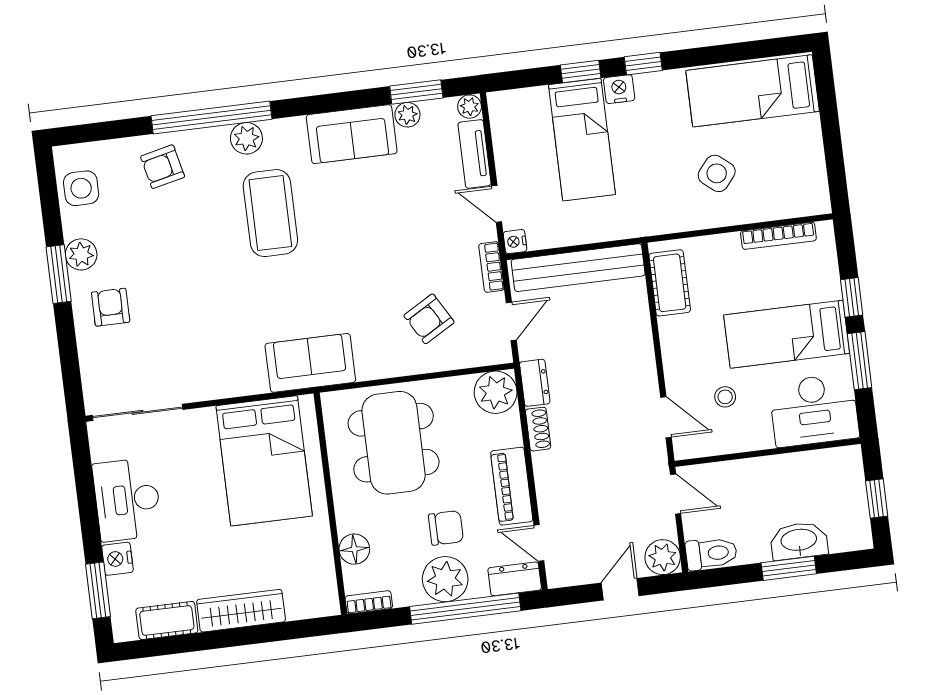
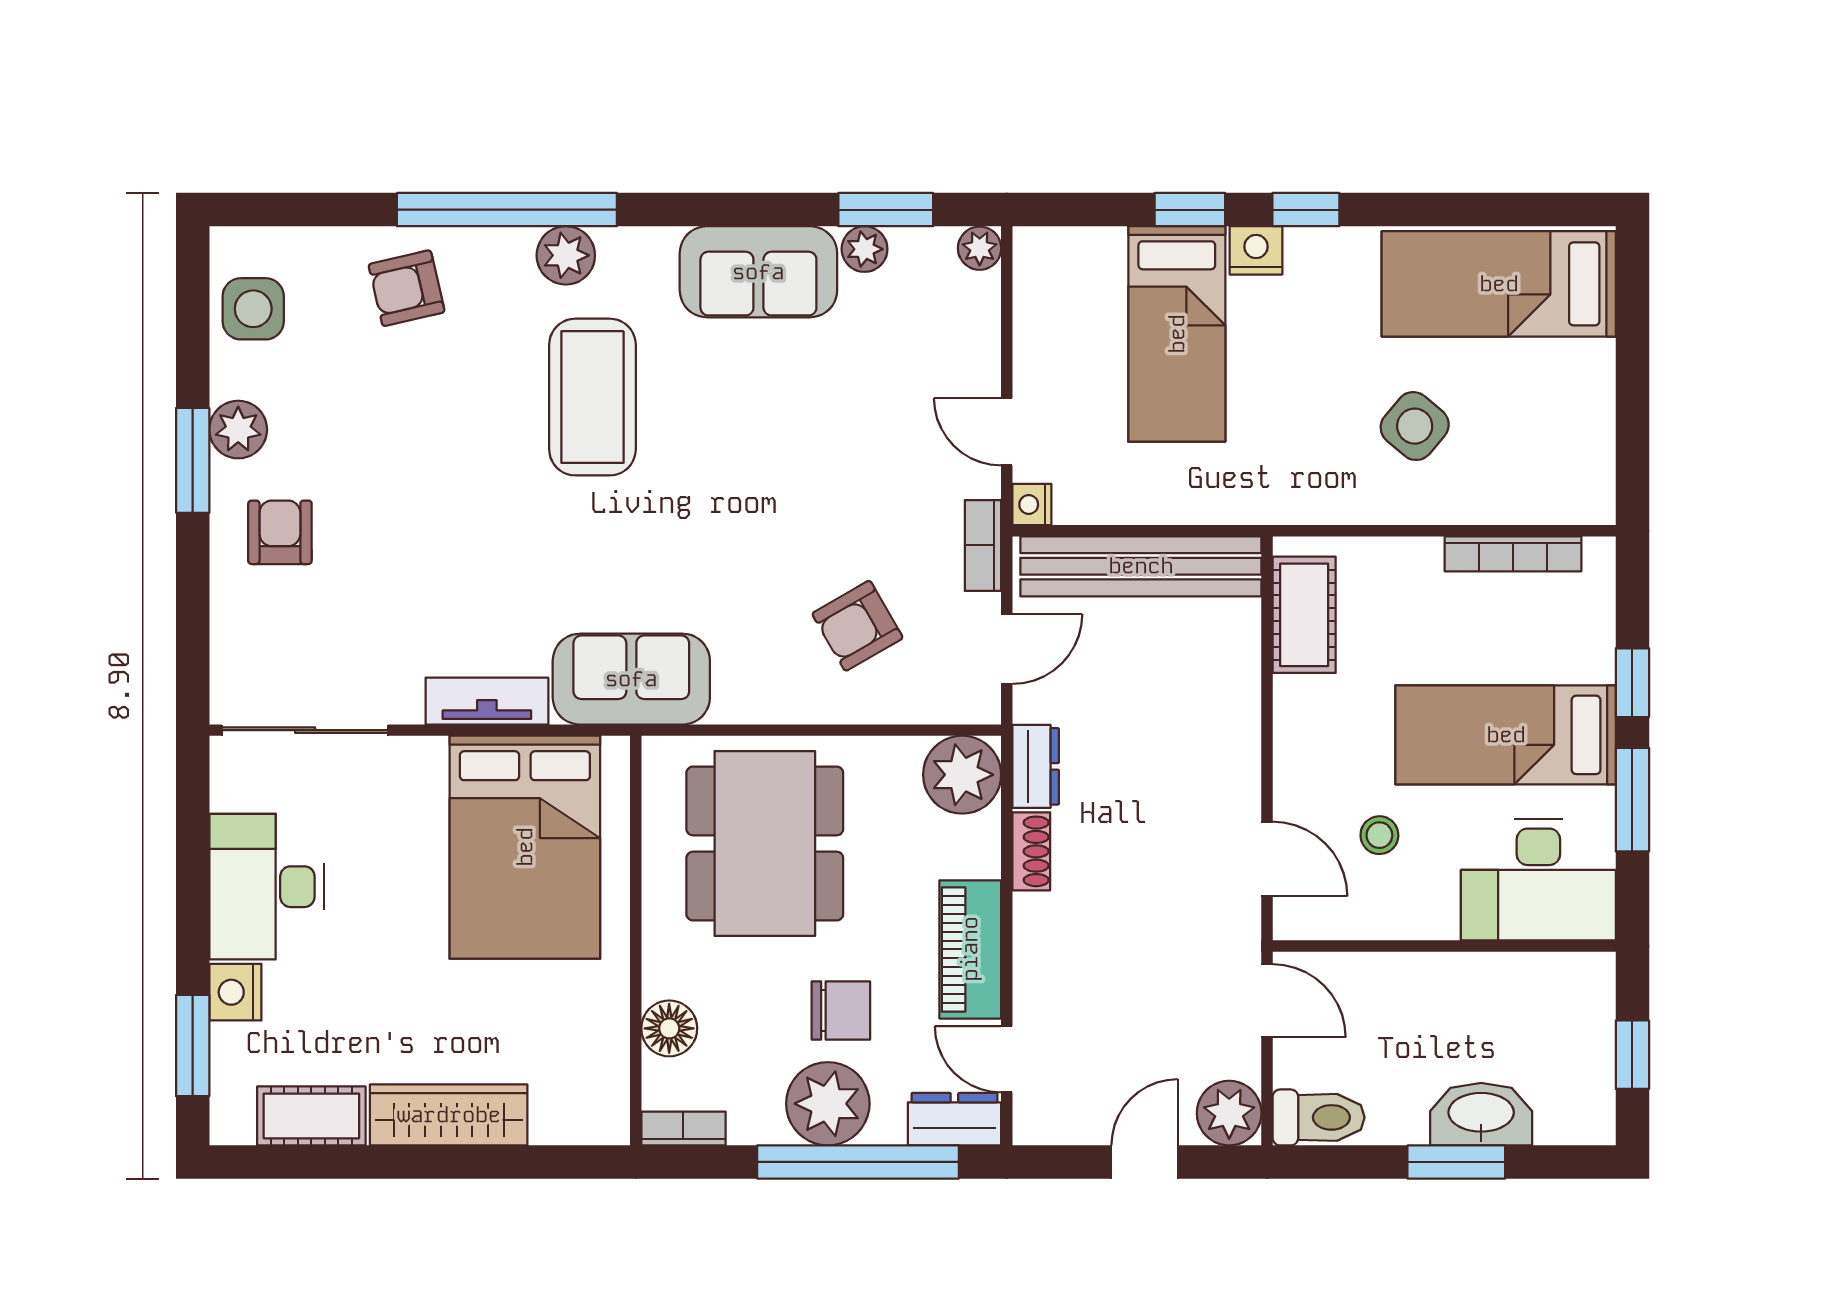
tv unit: (474, 154) -> (487, 701), moved, turned 90

